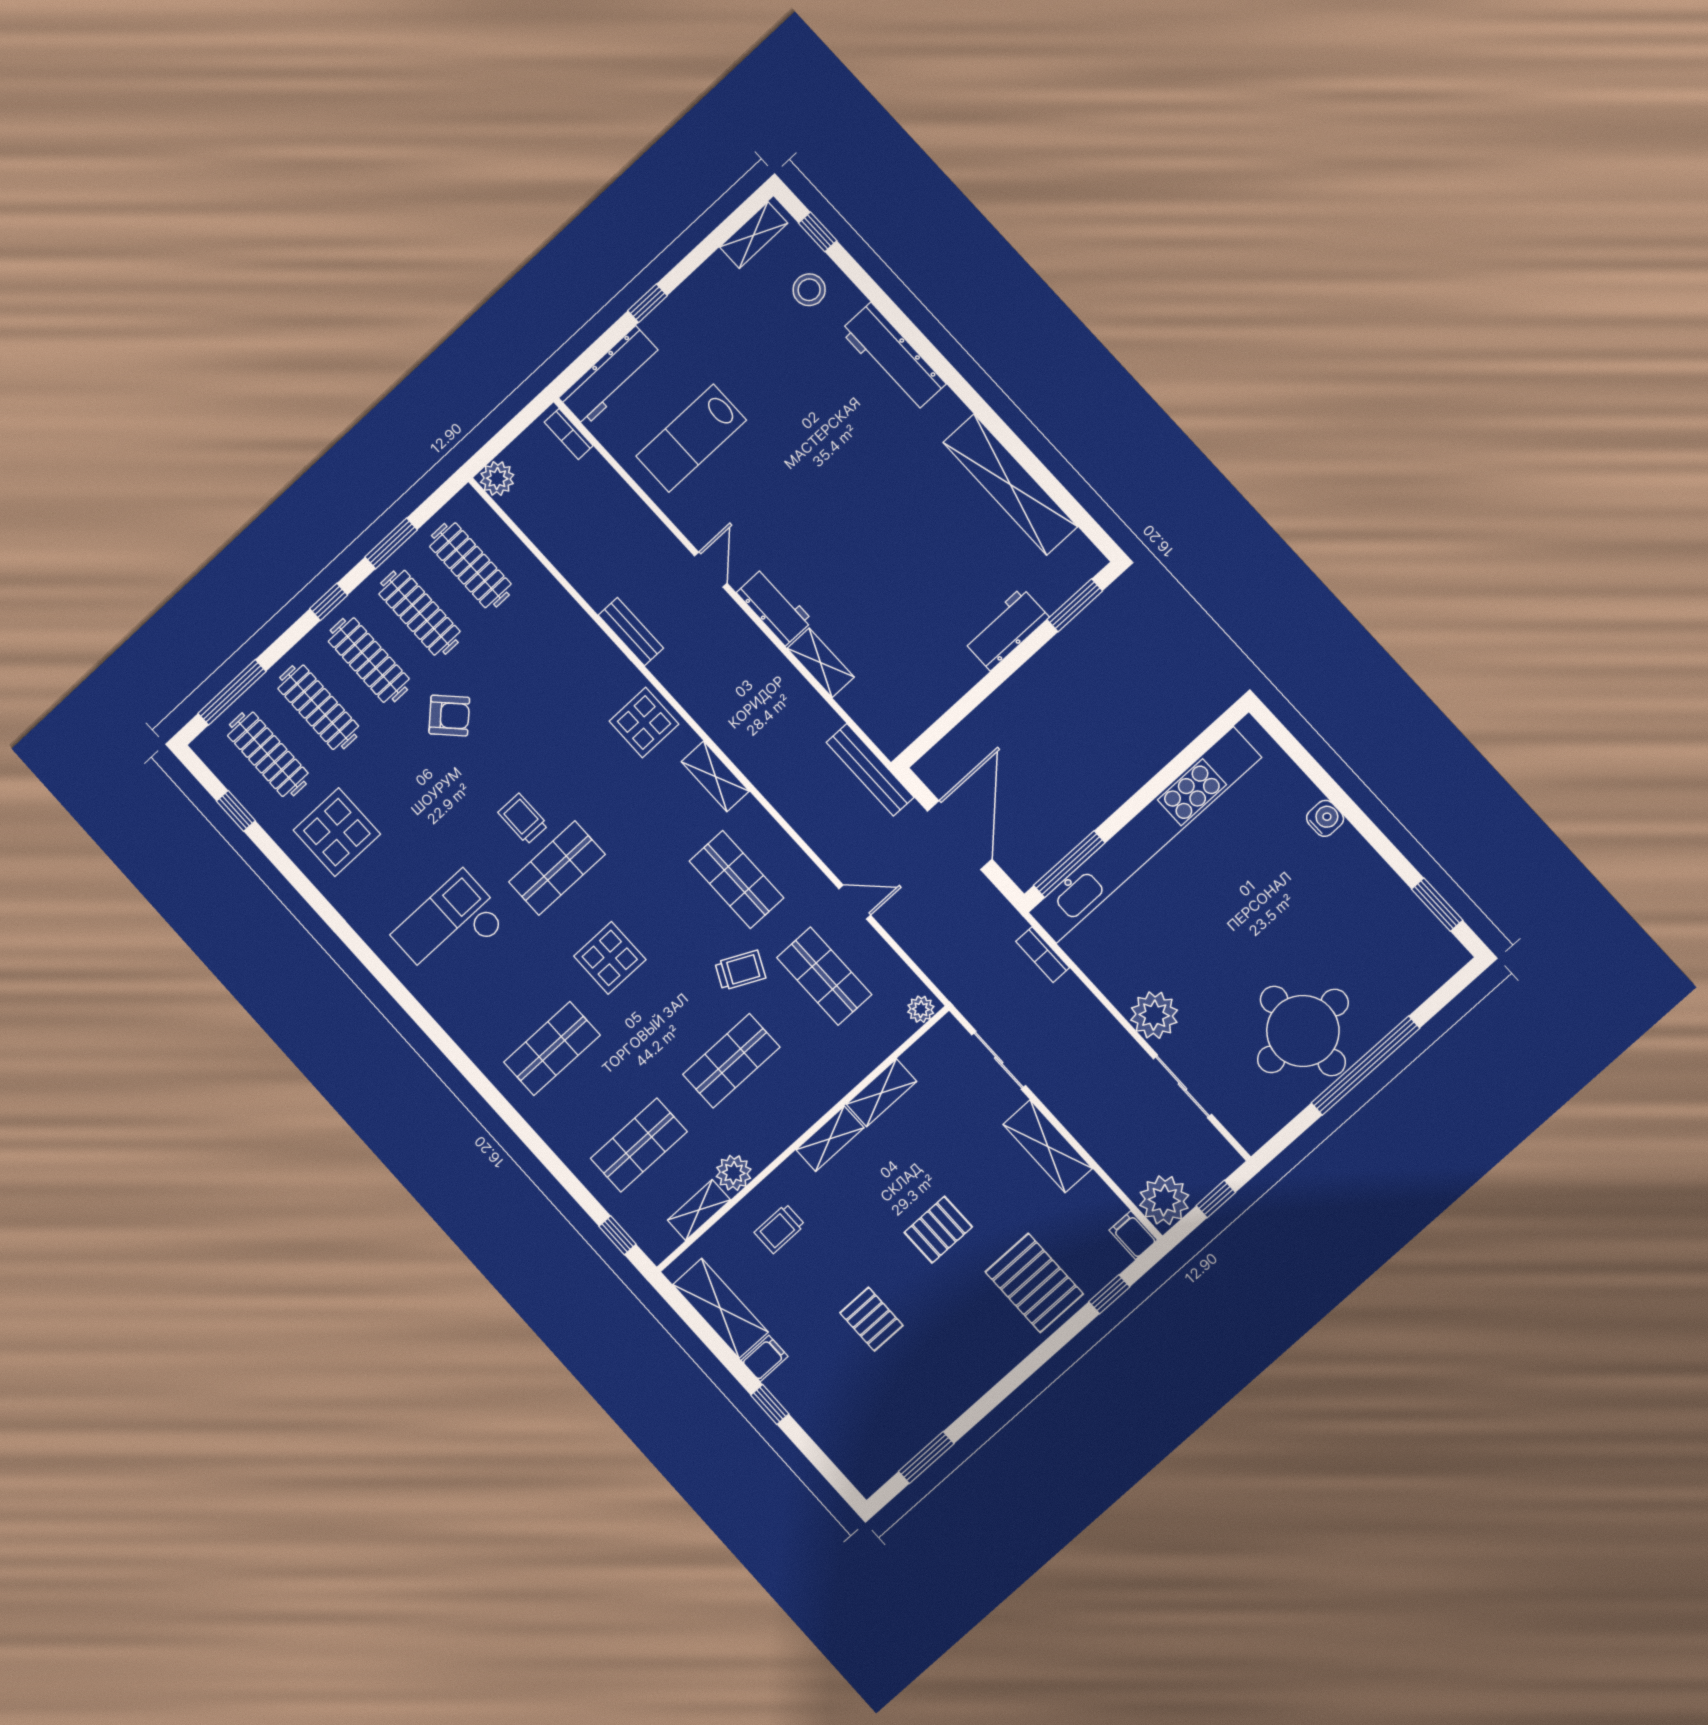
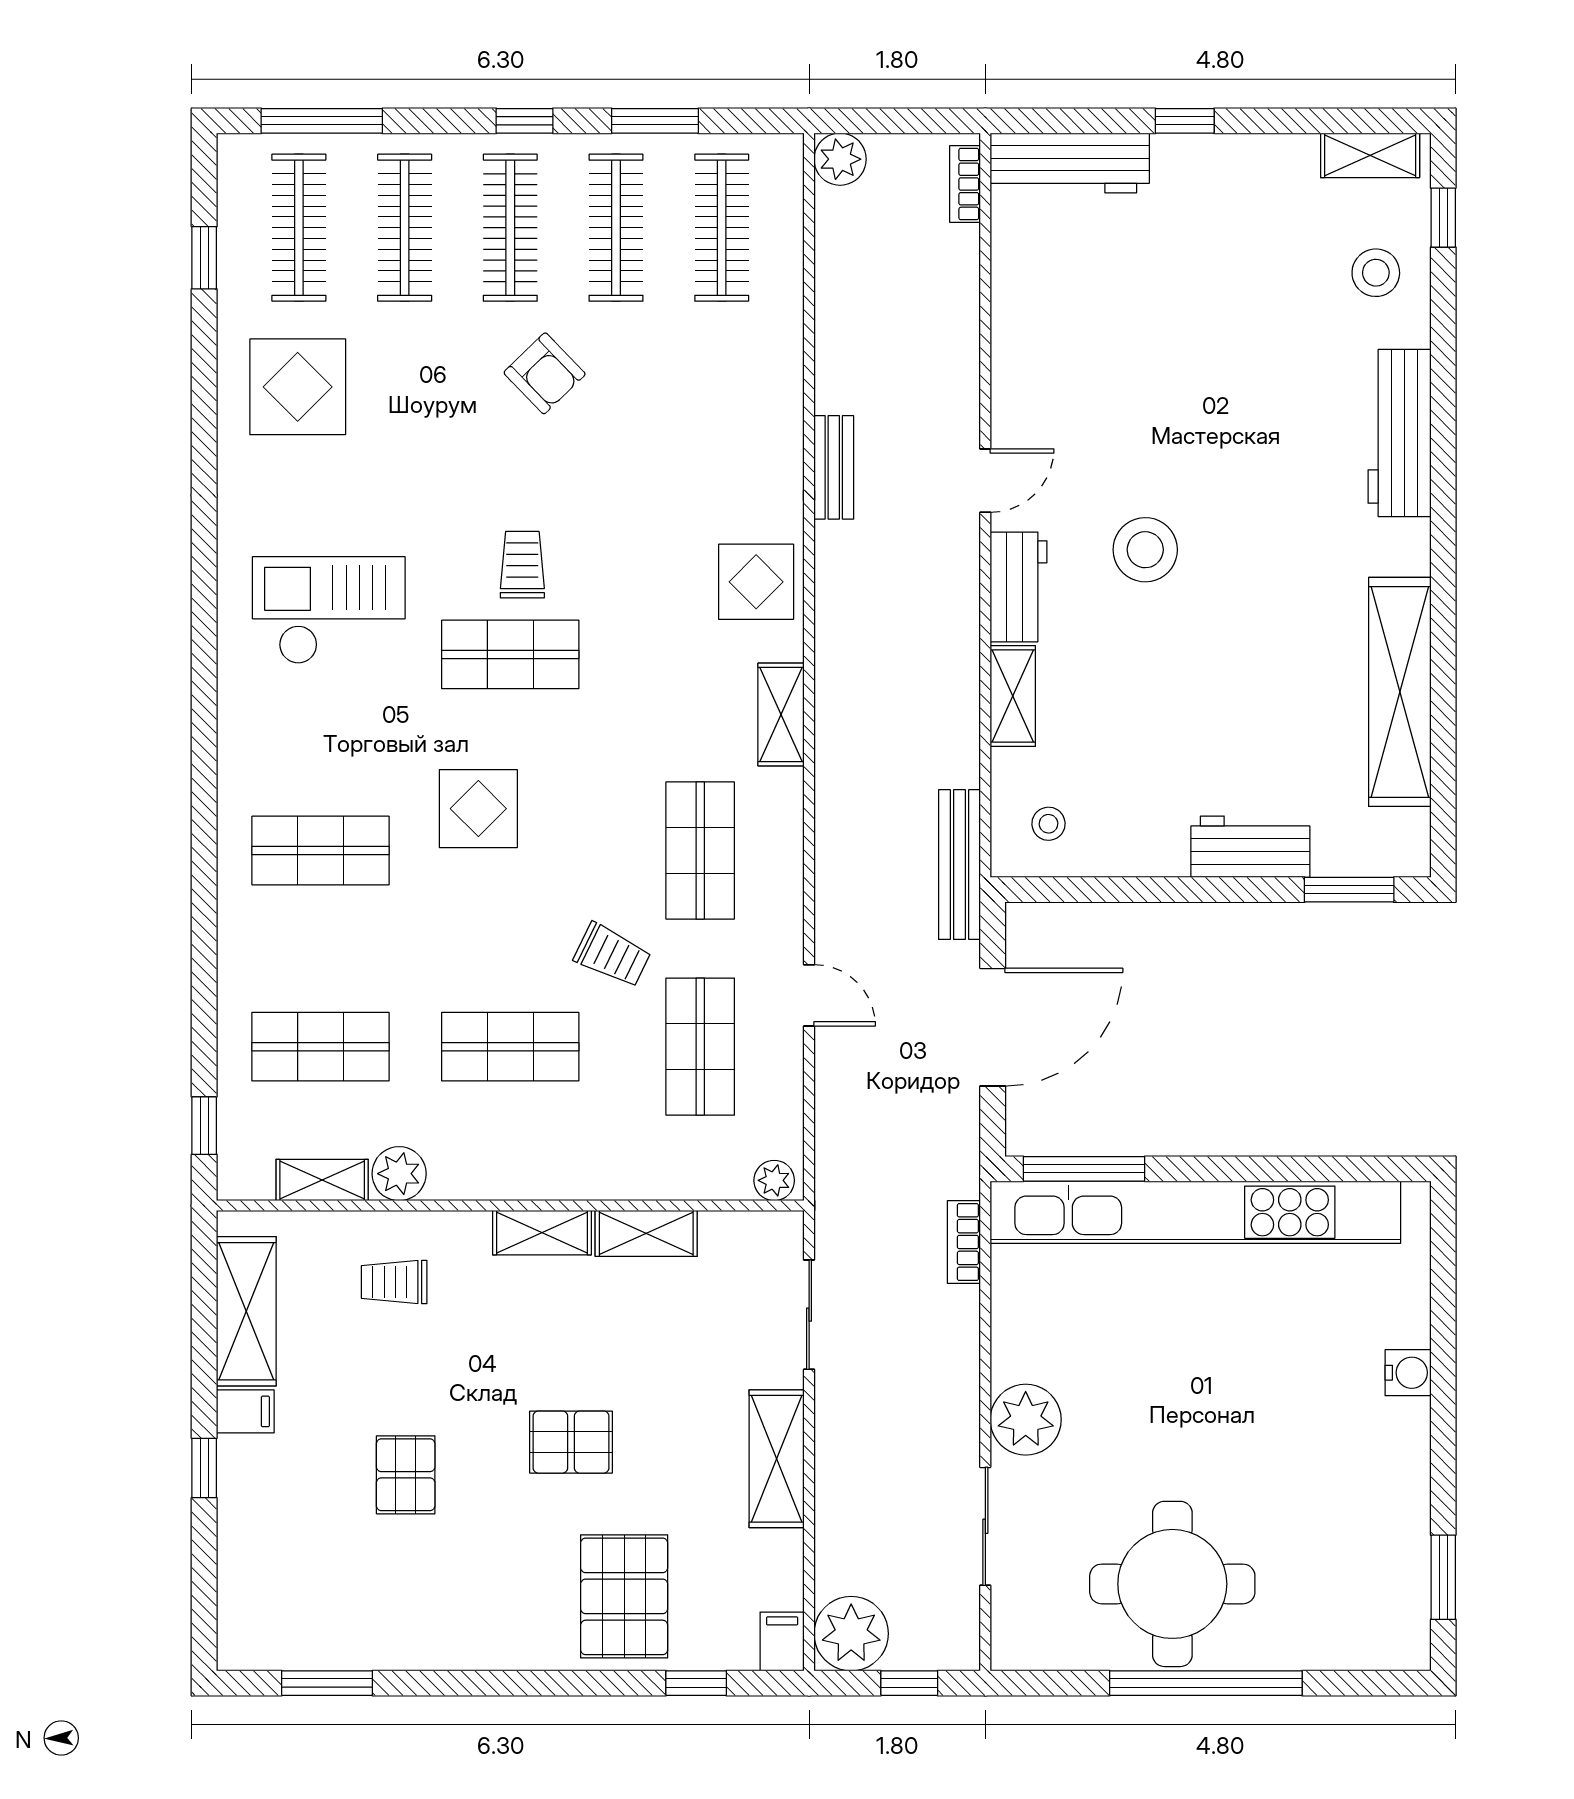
lab bench: (691, 438) -> (1096, 315), removed
stool: (820, 531) -> (1145, 550), added
stool: (896, 709) -> (1049, 824), added

